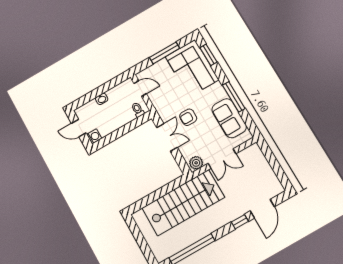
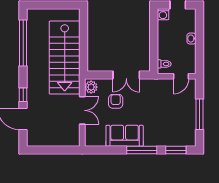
corner sofa: (192, 68) -> (173, 130), removed
window: (234, 97) -> (142, 150), moved
armchair: (188, 117) -> (116, 101), moved
sofa: (229, 118) -> (125, 136), moved
double door: (222, 159) -> (82, 110), swing flipped

